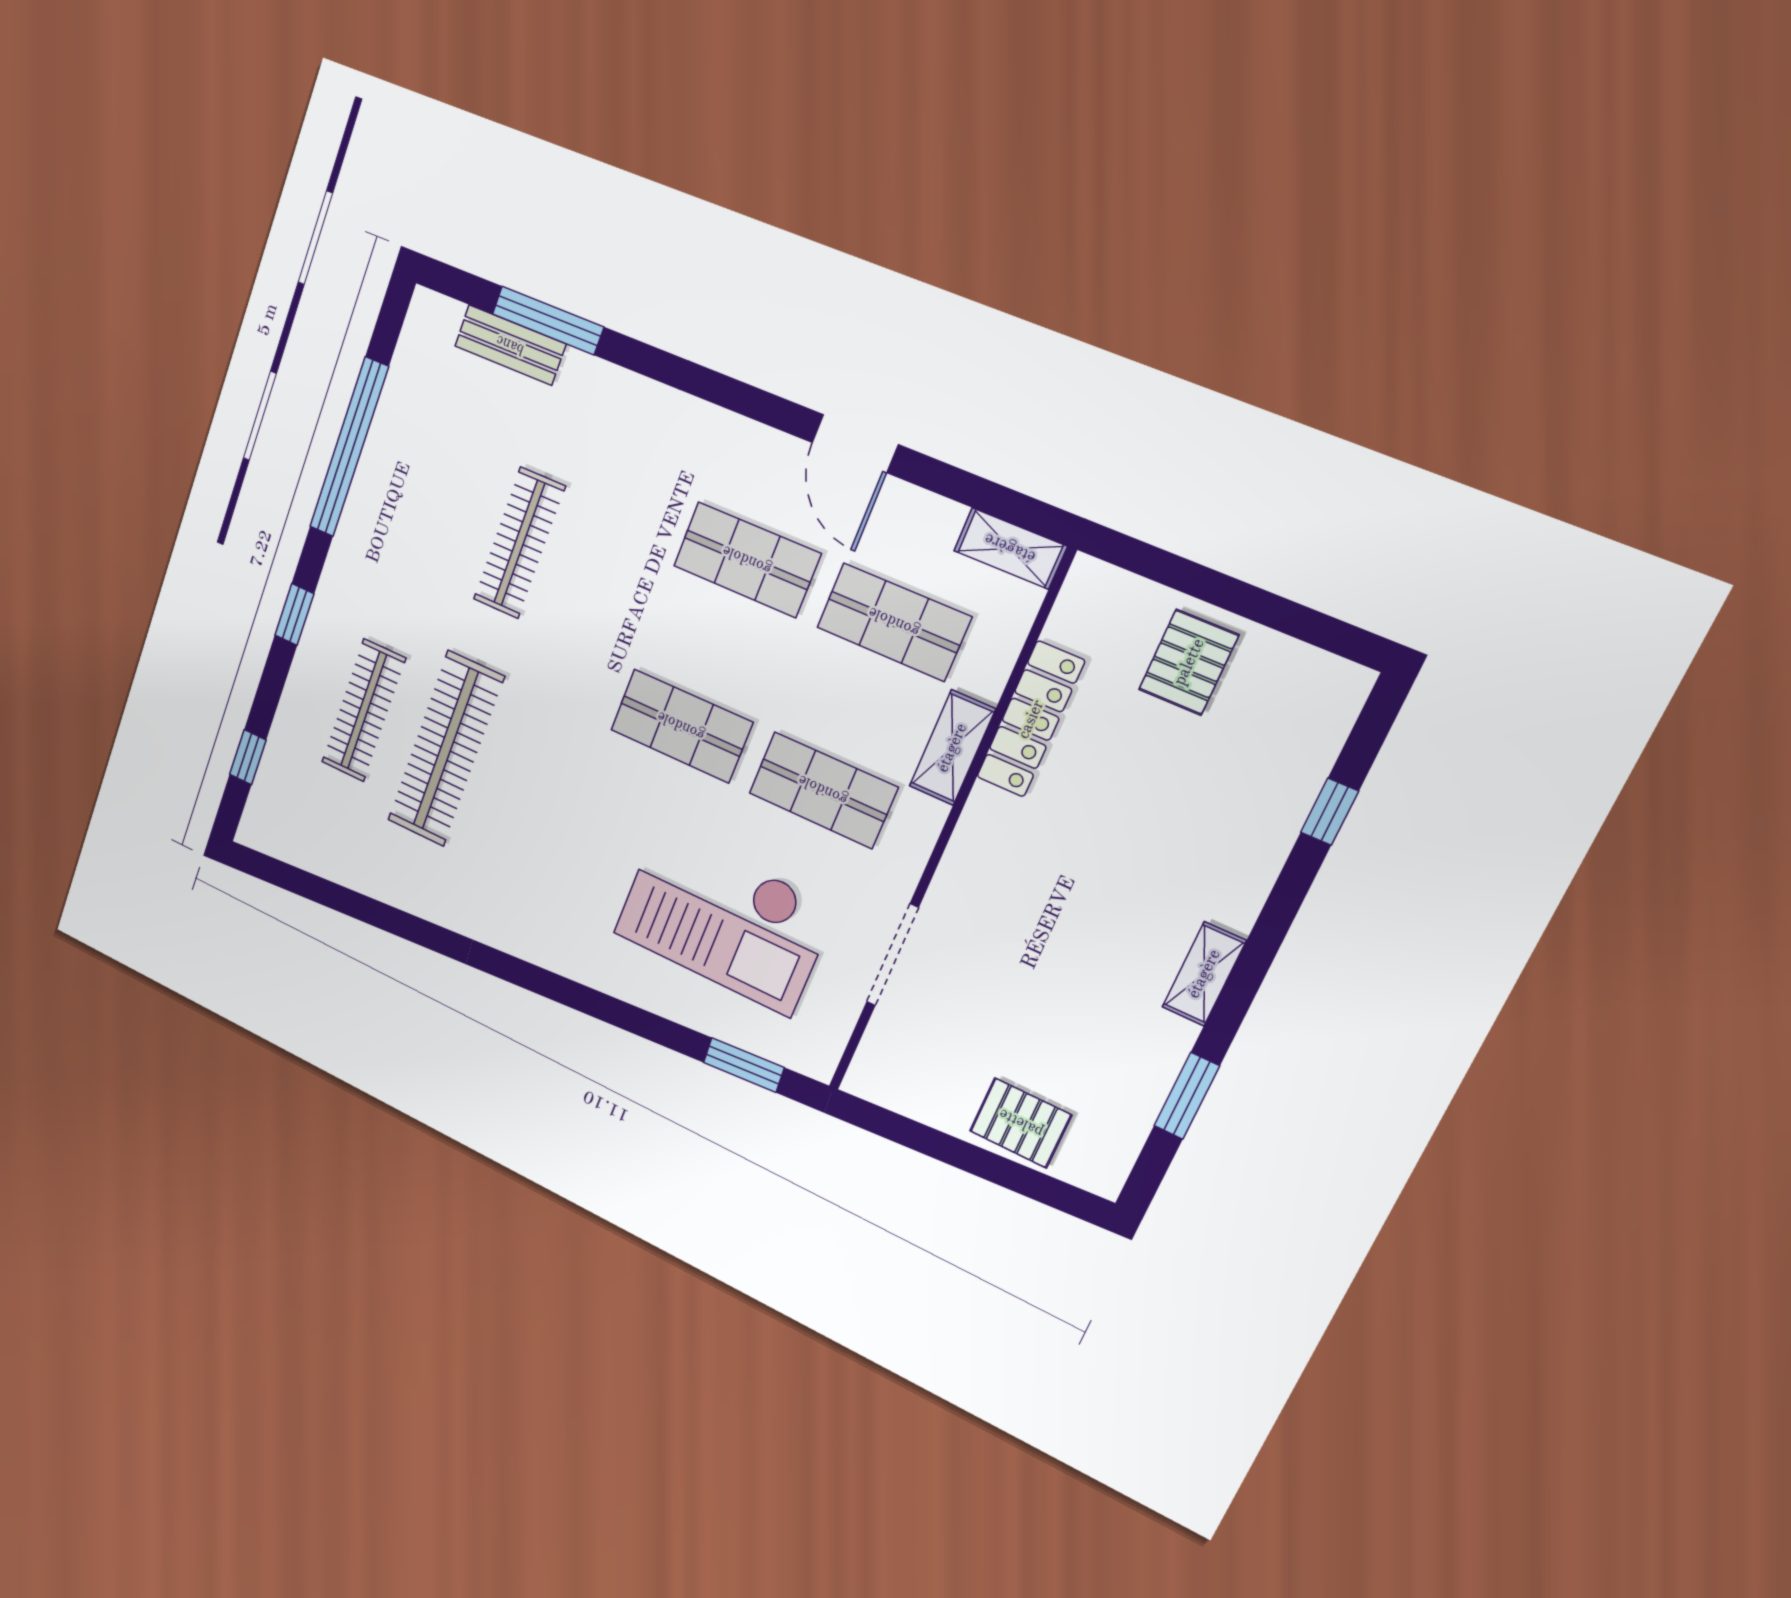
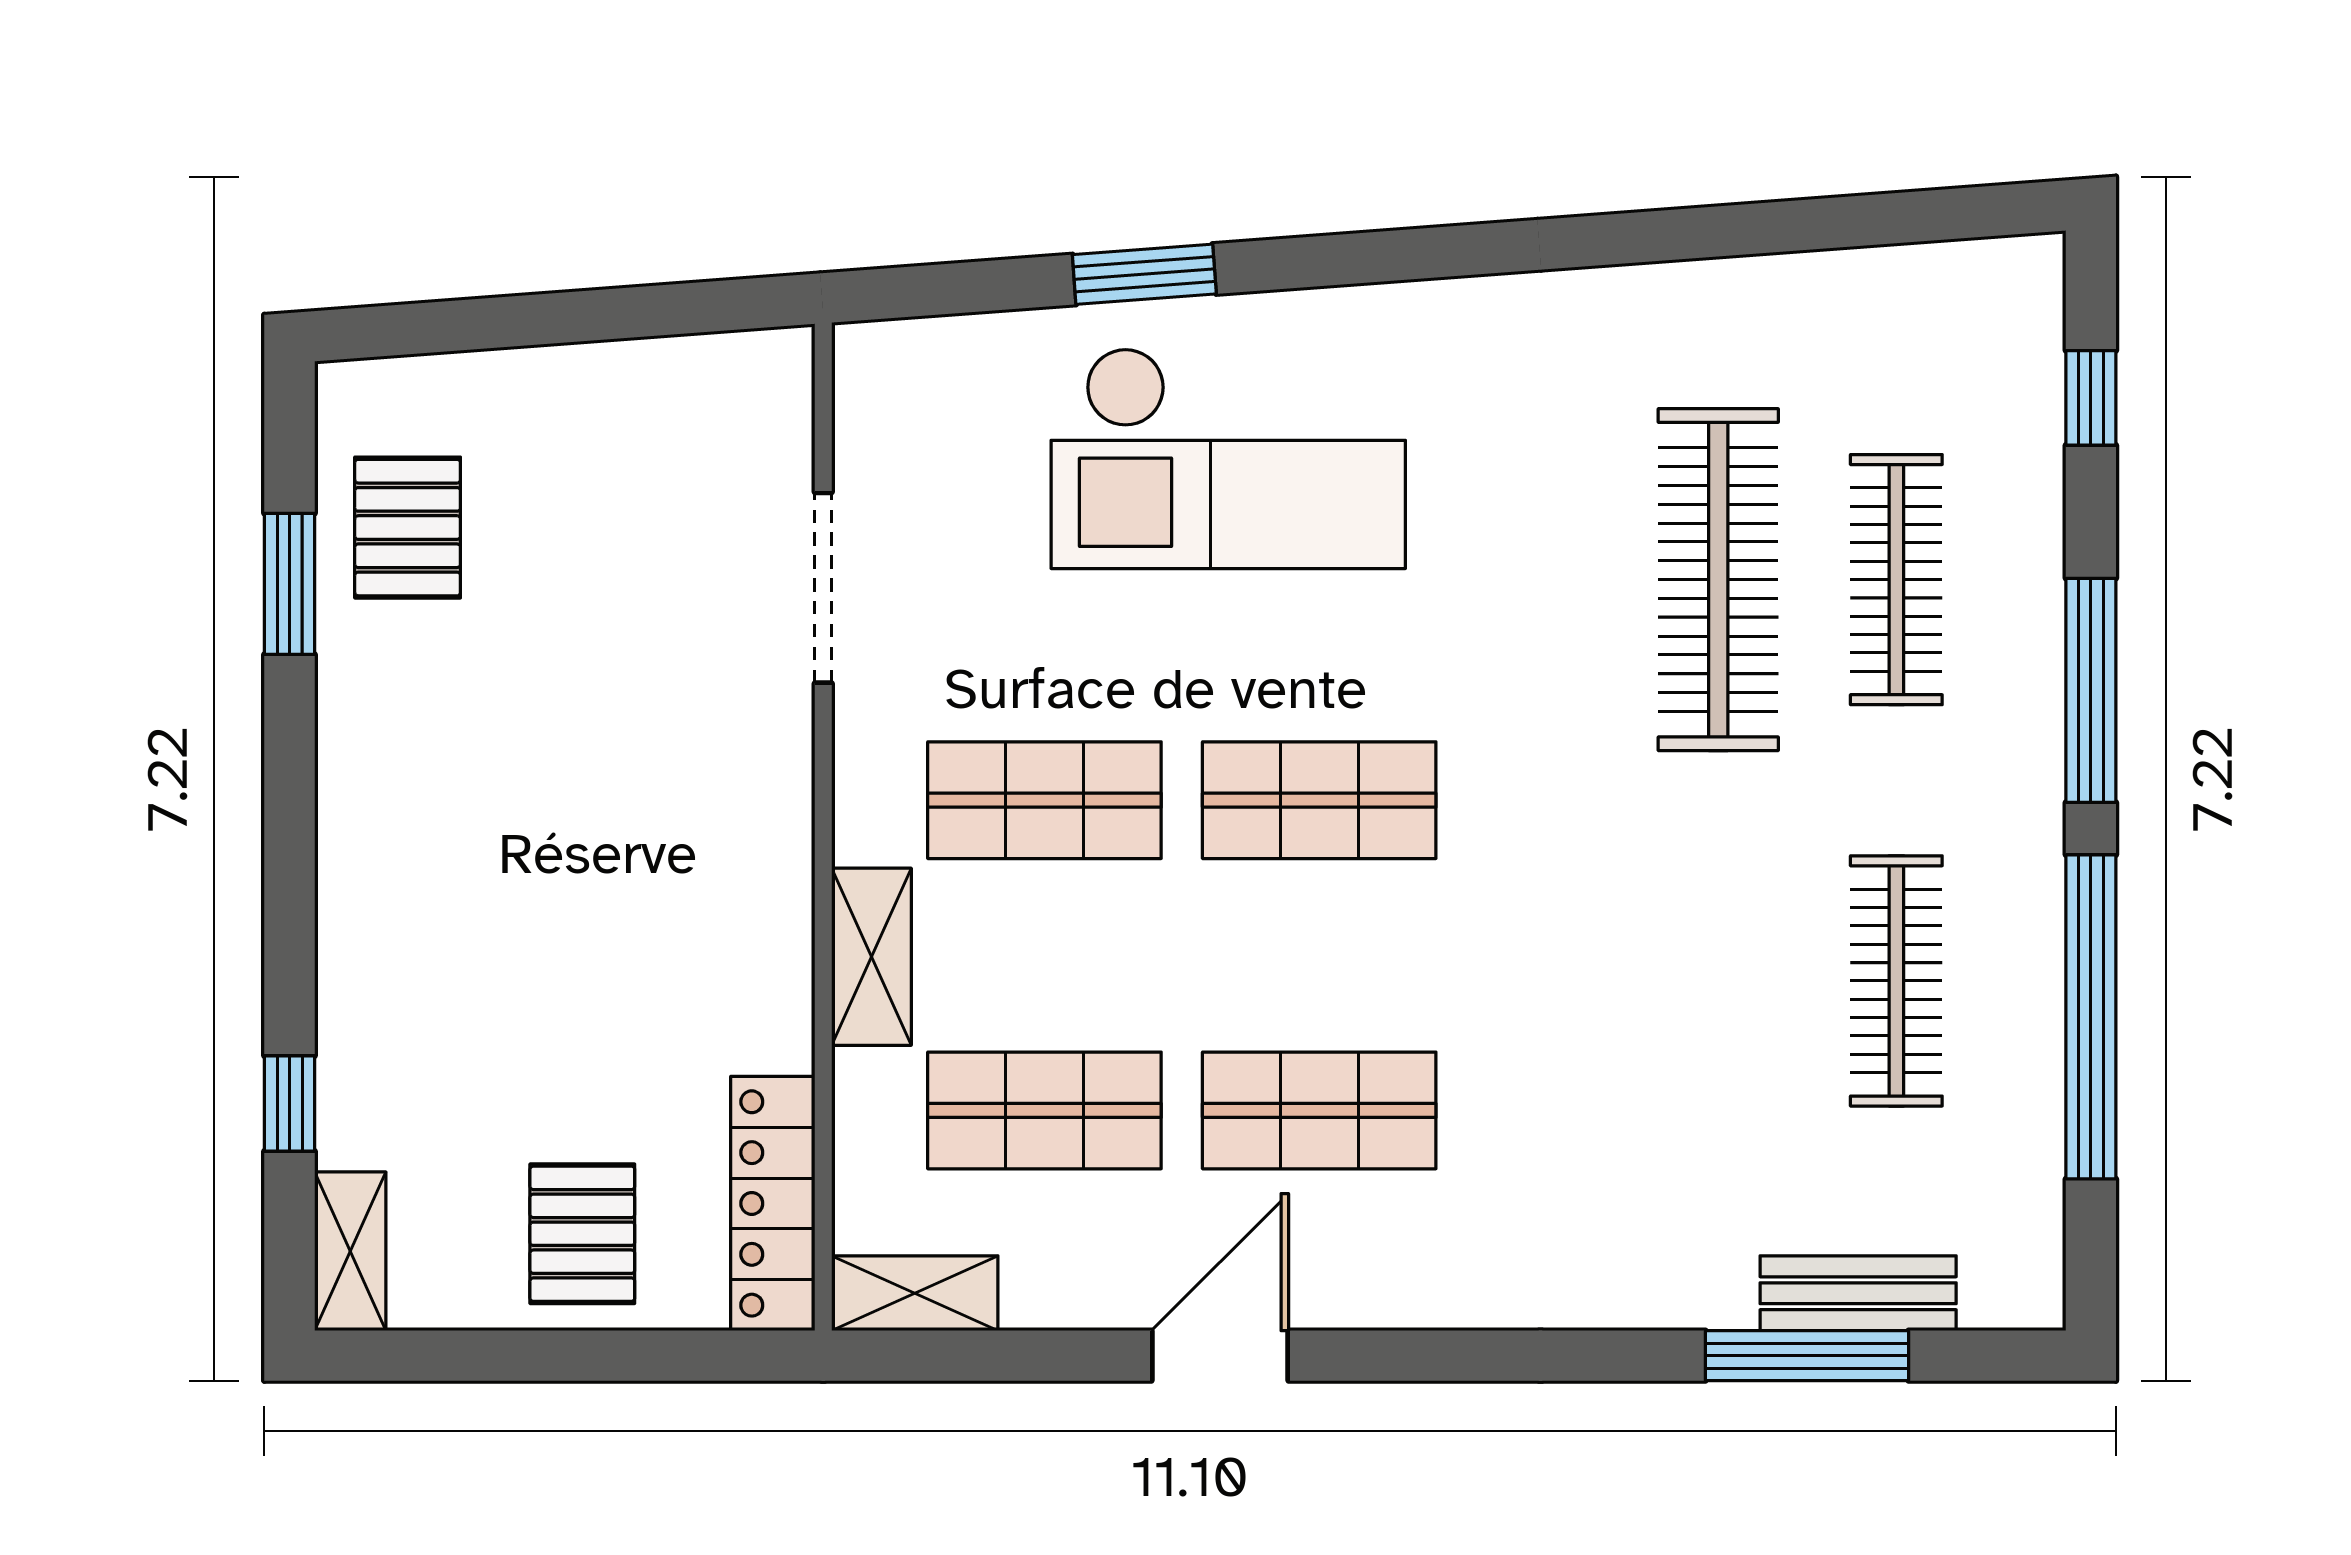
door: (855, 444) -> (1220, 1356), hinge flipped
clothes rail: (519, 543) -> (1896, 981), moved
window: (294, 614) -> (2091, 690), width x2.17
locker: (1031, 719) -> (773, 1203), moved
checkout: (724, 920) -> (1228, 458), moved, turned 180
shelving: (1204, 974) -> (350, 1251), moved
window: (744, 1065) -> (1144, 274), moved
pallet: (1021, 1123) -> (408, 528), moved, turned 90

